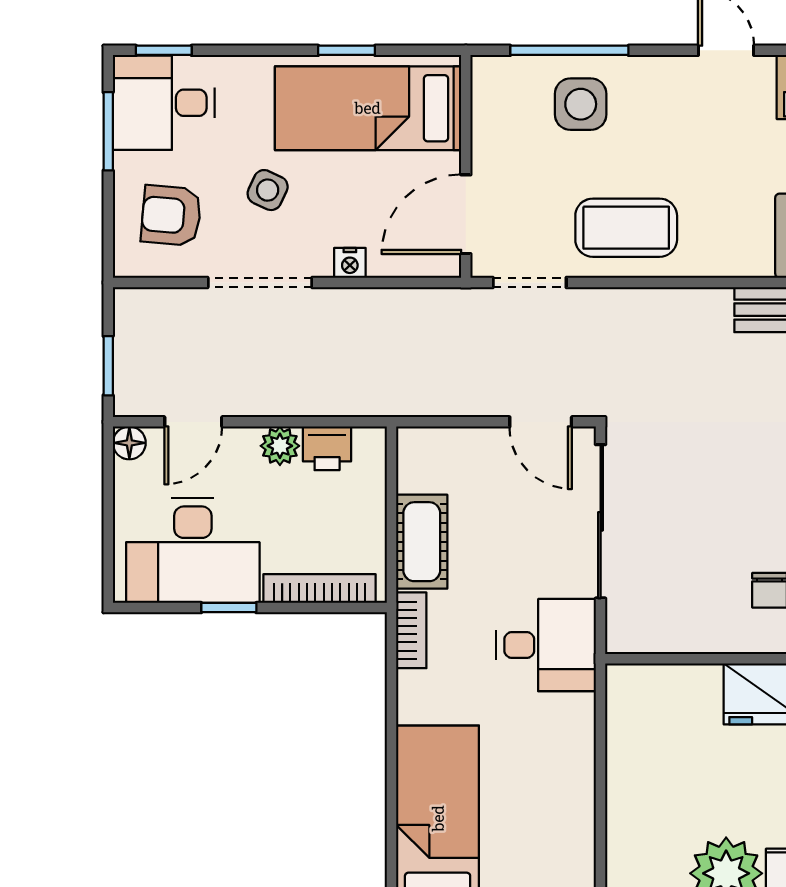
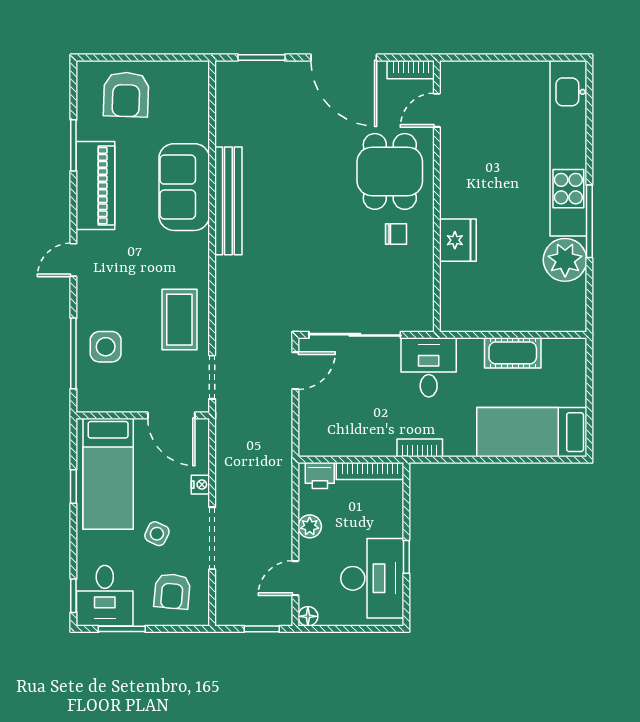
door: (193, 422) -> (295, 578), swing flipped
printer: (327, 448) -> (320, 476), moved, turned 90
cot: (422, 542) -> (513, 353), moved
bookcase: (319, 589) -> (370, 471), moved, turned -90

